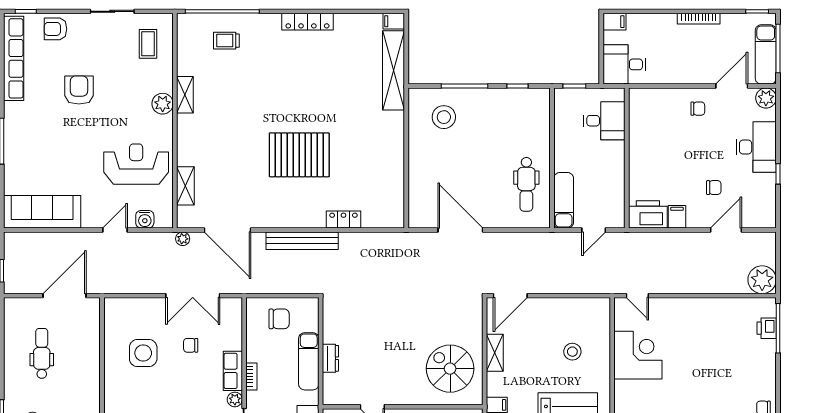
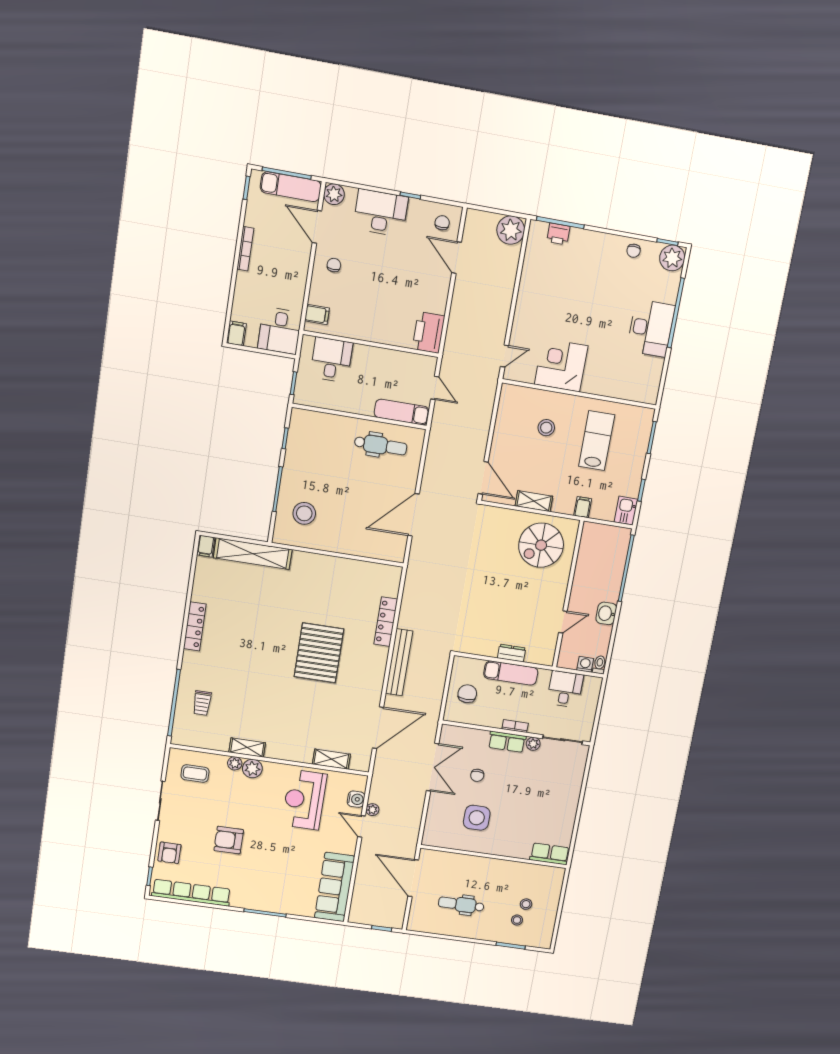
plant: (165, 84) -> (235, 763), added
chair: (714, 188) -> (442, 223), moved
filing cabinet: (677, 217) -> (317, 314), moved, turned 180
locker: (343, 220) -> (386, 622), width x1.53
plant: (183, 239) -> (372, 810), moved

